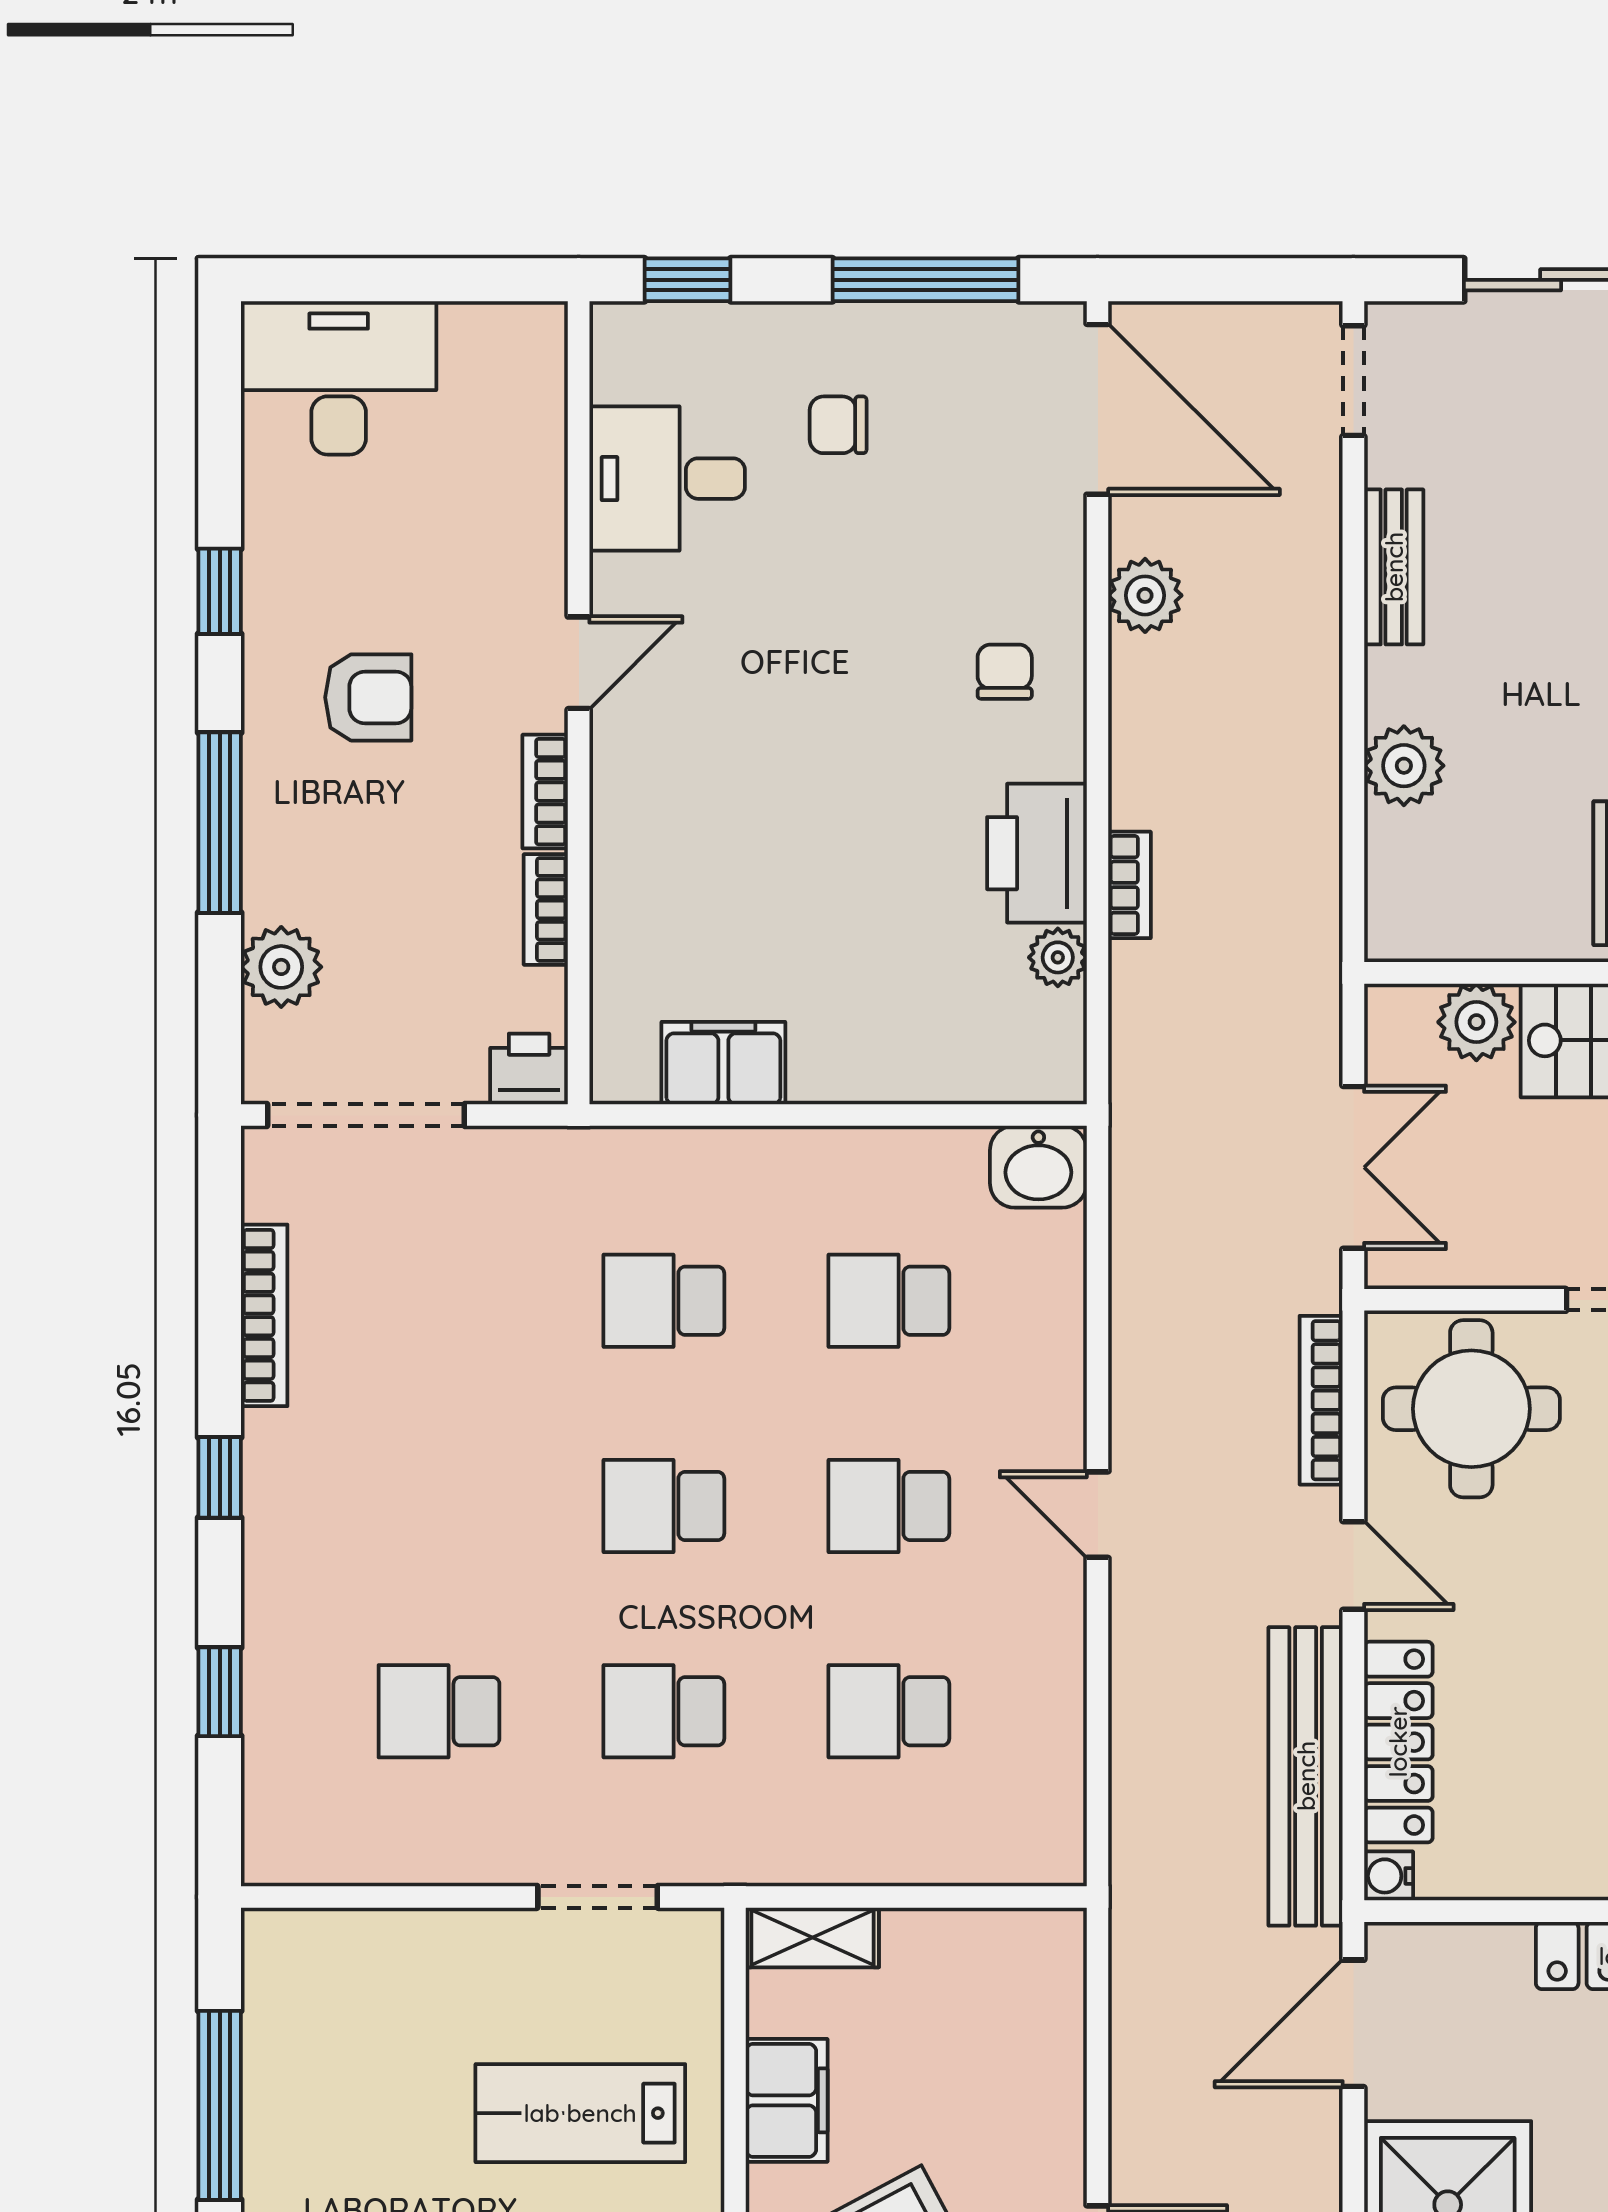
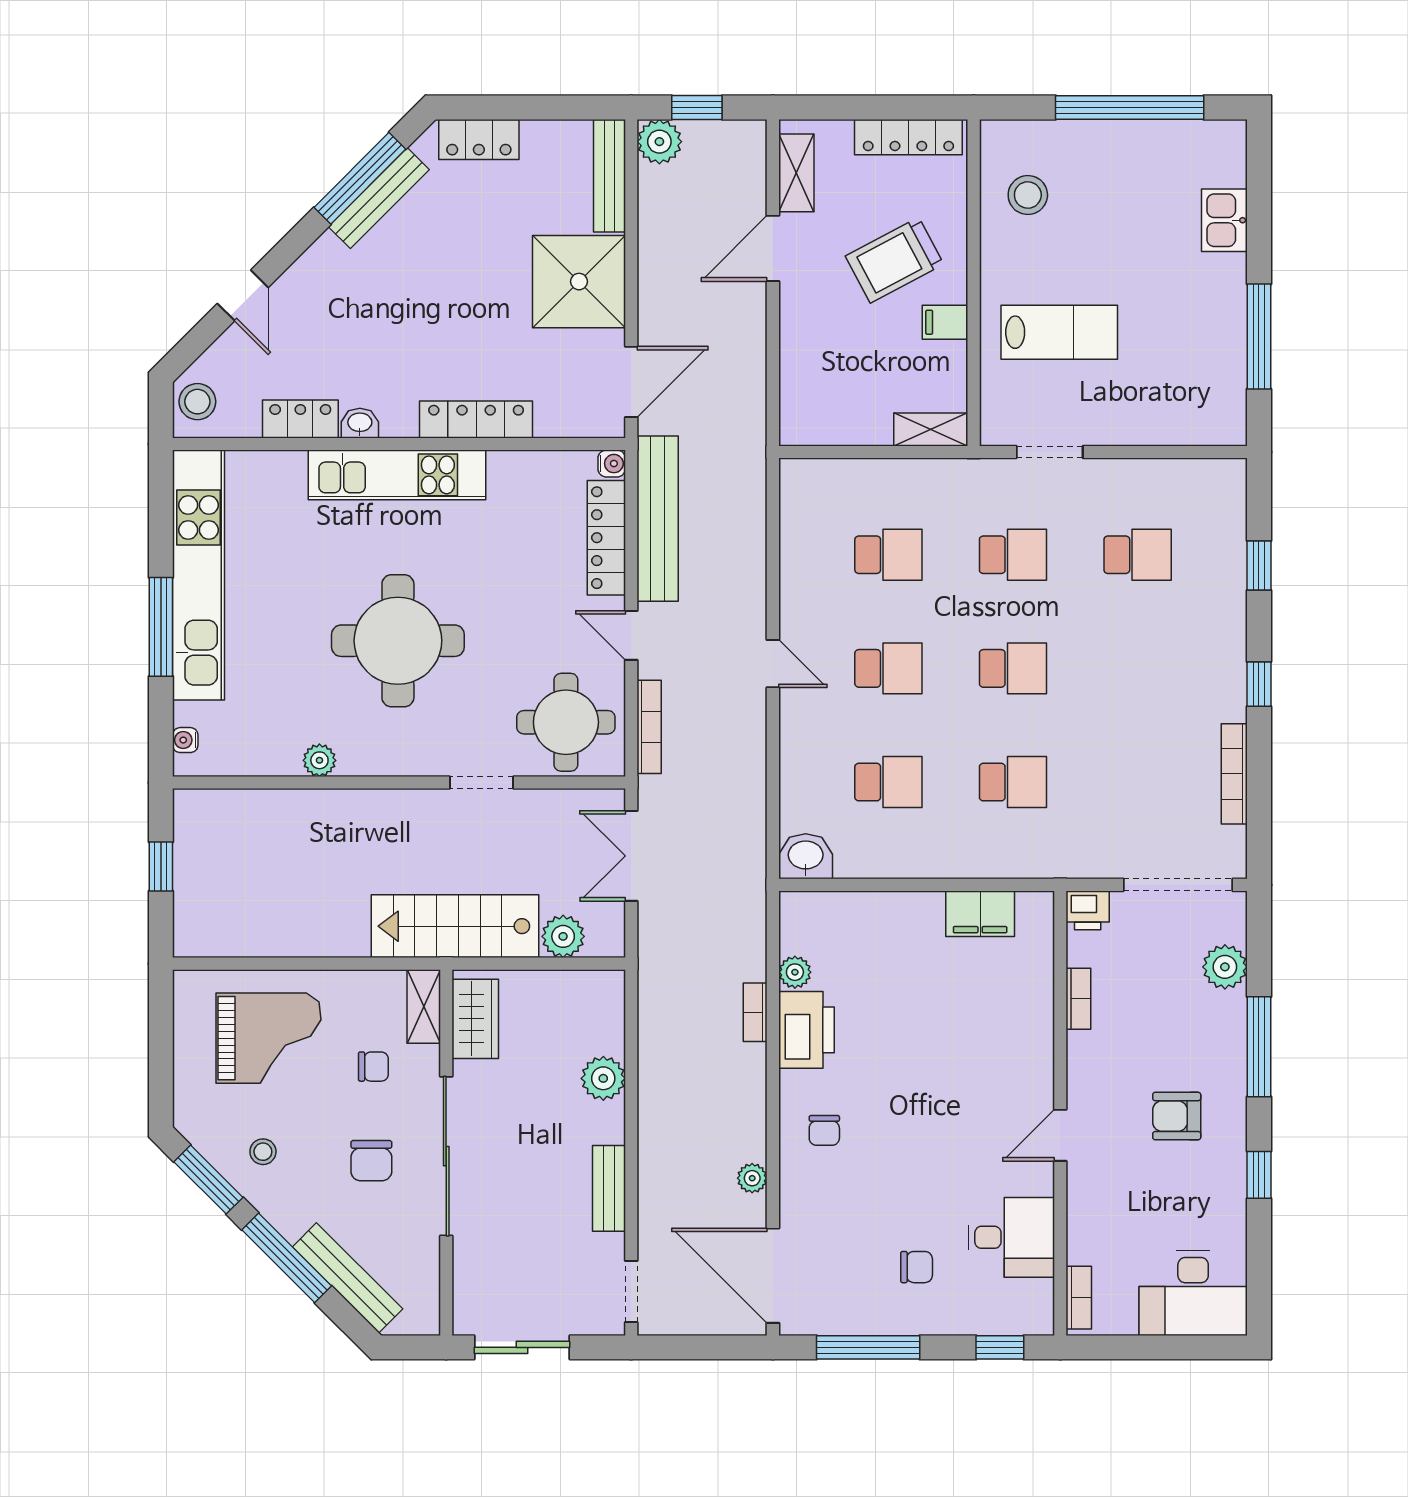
plant: (1145, 595) -> (752, 1178), width x0.73, depth x0.73
bookcase: (545, 792) -> (1079, 1298), moved
filing cabinet: (787, 2100) -> (945, 322), width x0.50

